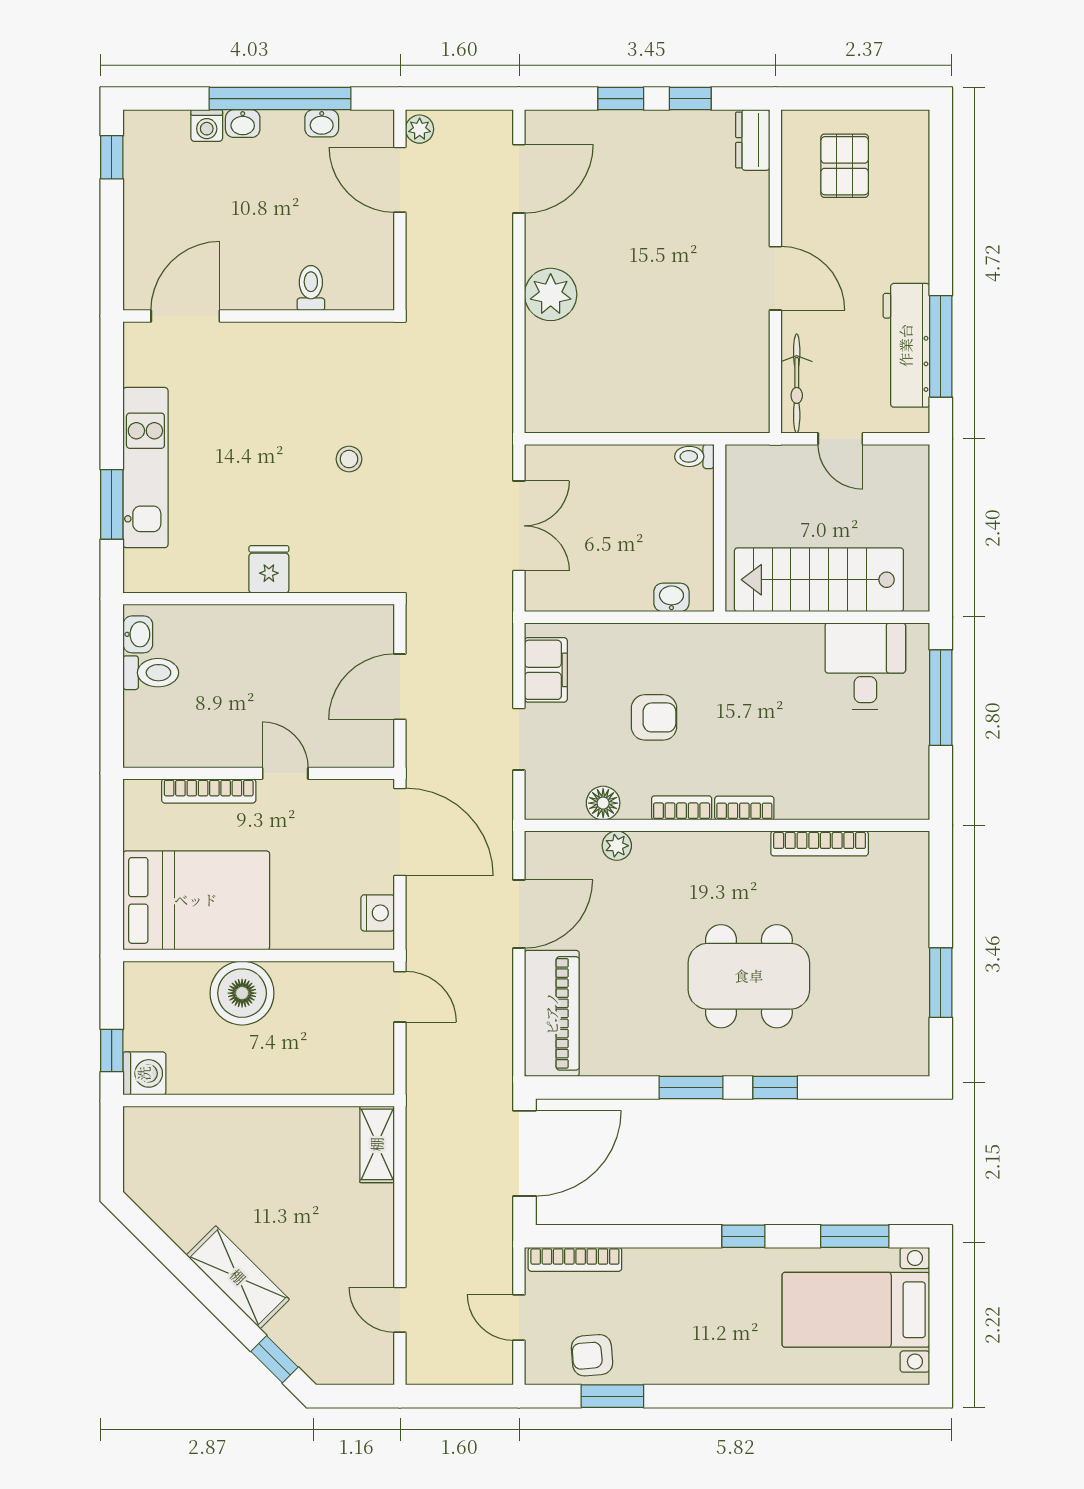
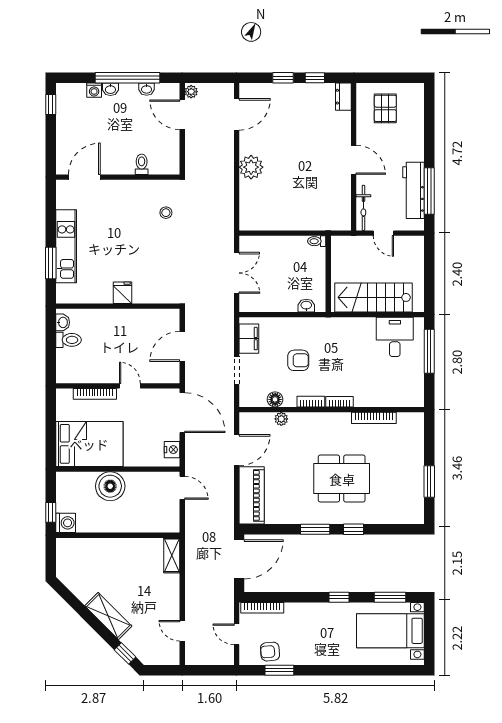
stool: (349, 459) -> (166, 213), moved

